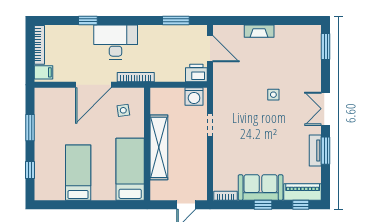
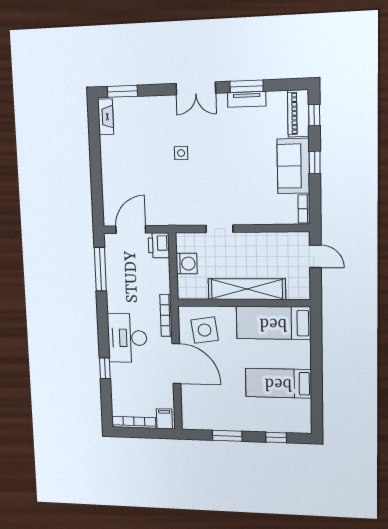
window: (176, 20) -> (100, 269), width x1.44
fireplace: (259, 31) -> (106, 117), moved
washing machine: (194, 97) -> (187, 264), moved
side table: (123, 110) -> (205, 330), width x1.87, depth x1.87

